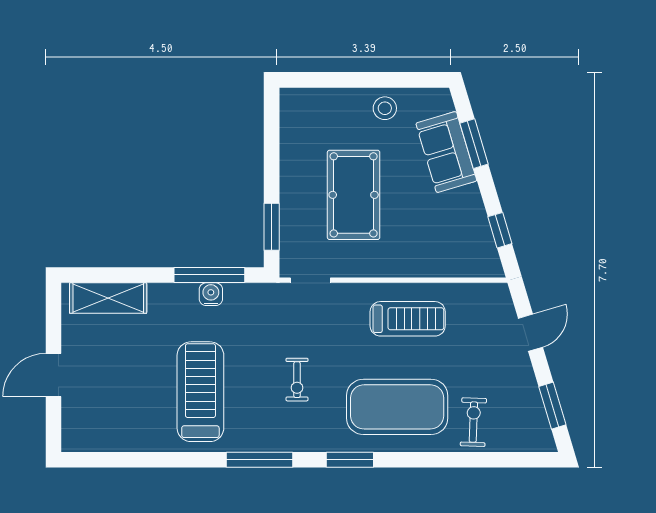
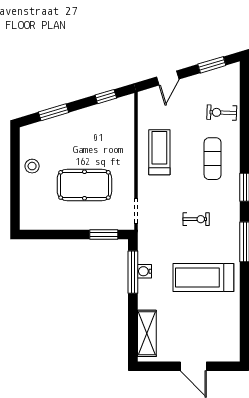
sofa: (446, 152) -> (59, 129), removed
door: (531, 333) -> (168, 78), swing flipped
exercise mat: (397, 407) -> (213, 159), width x0.50, depth x0.69

